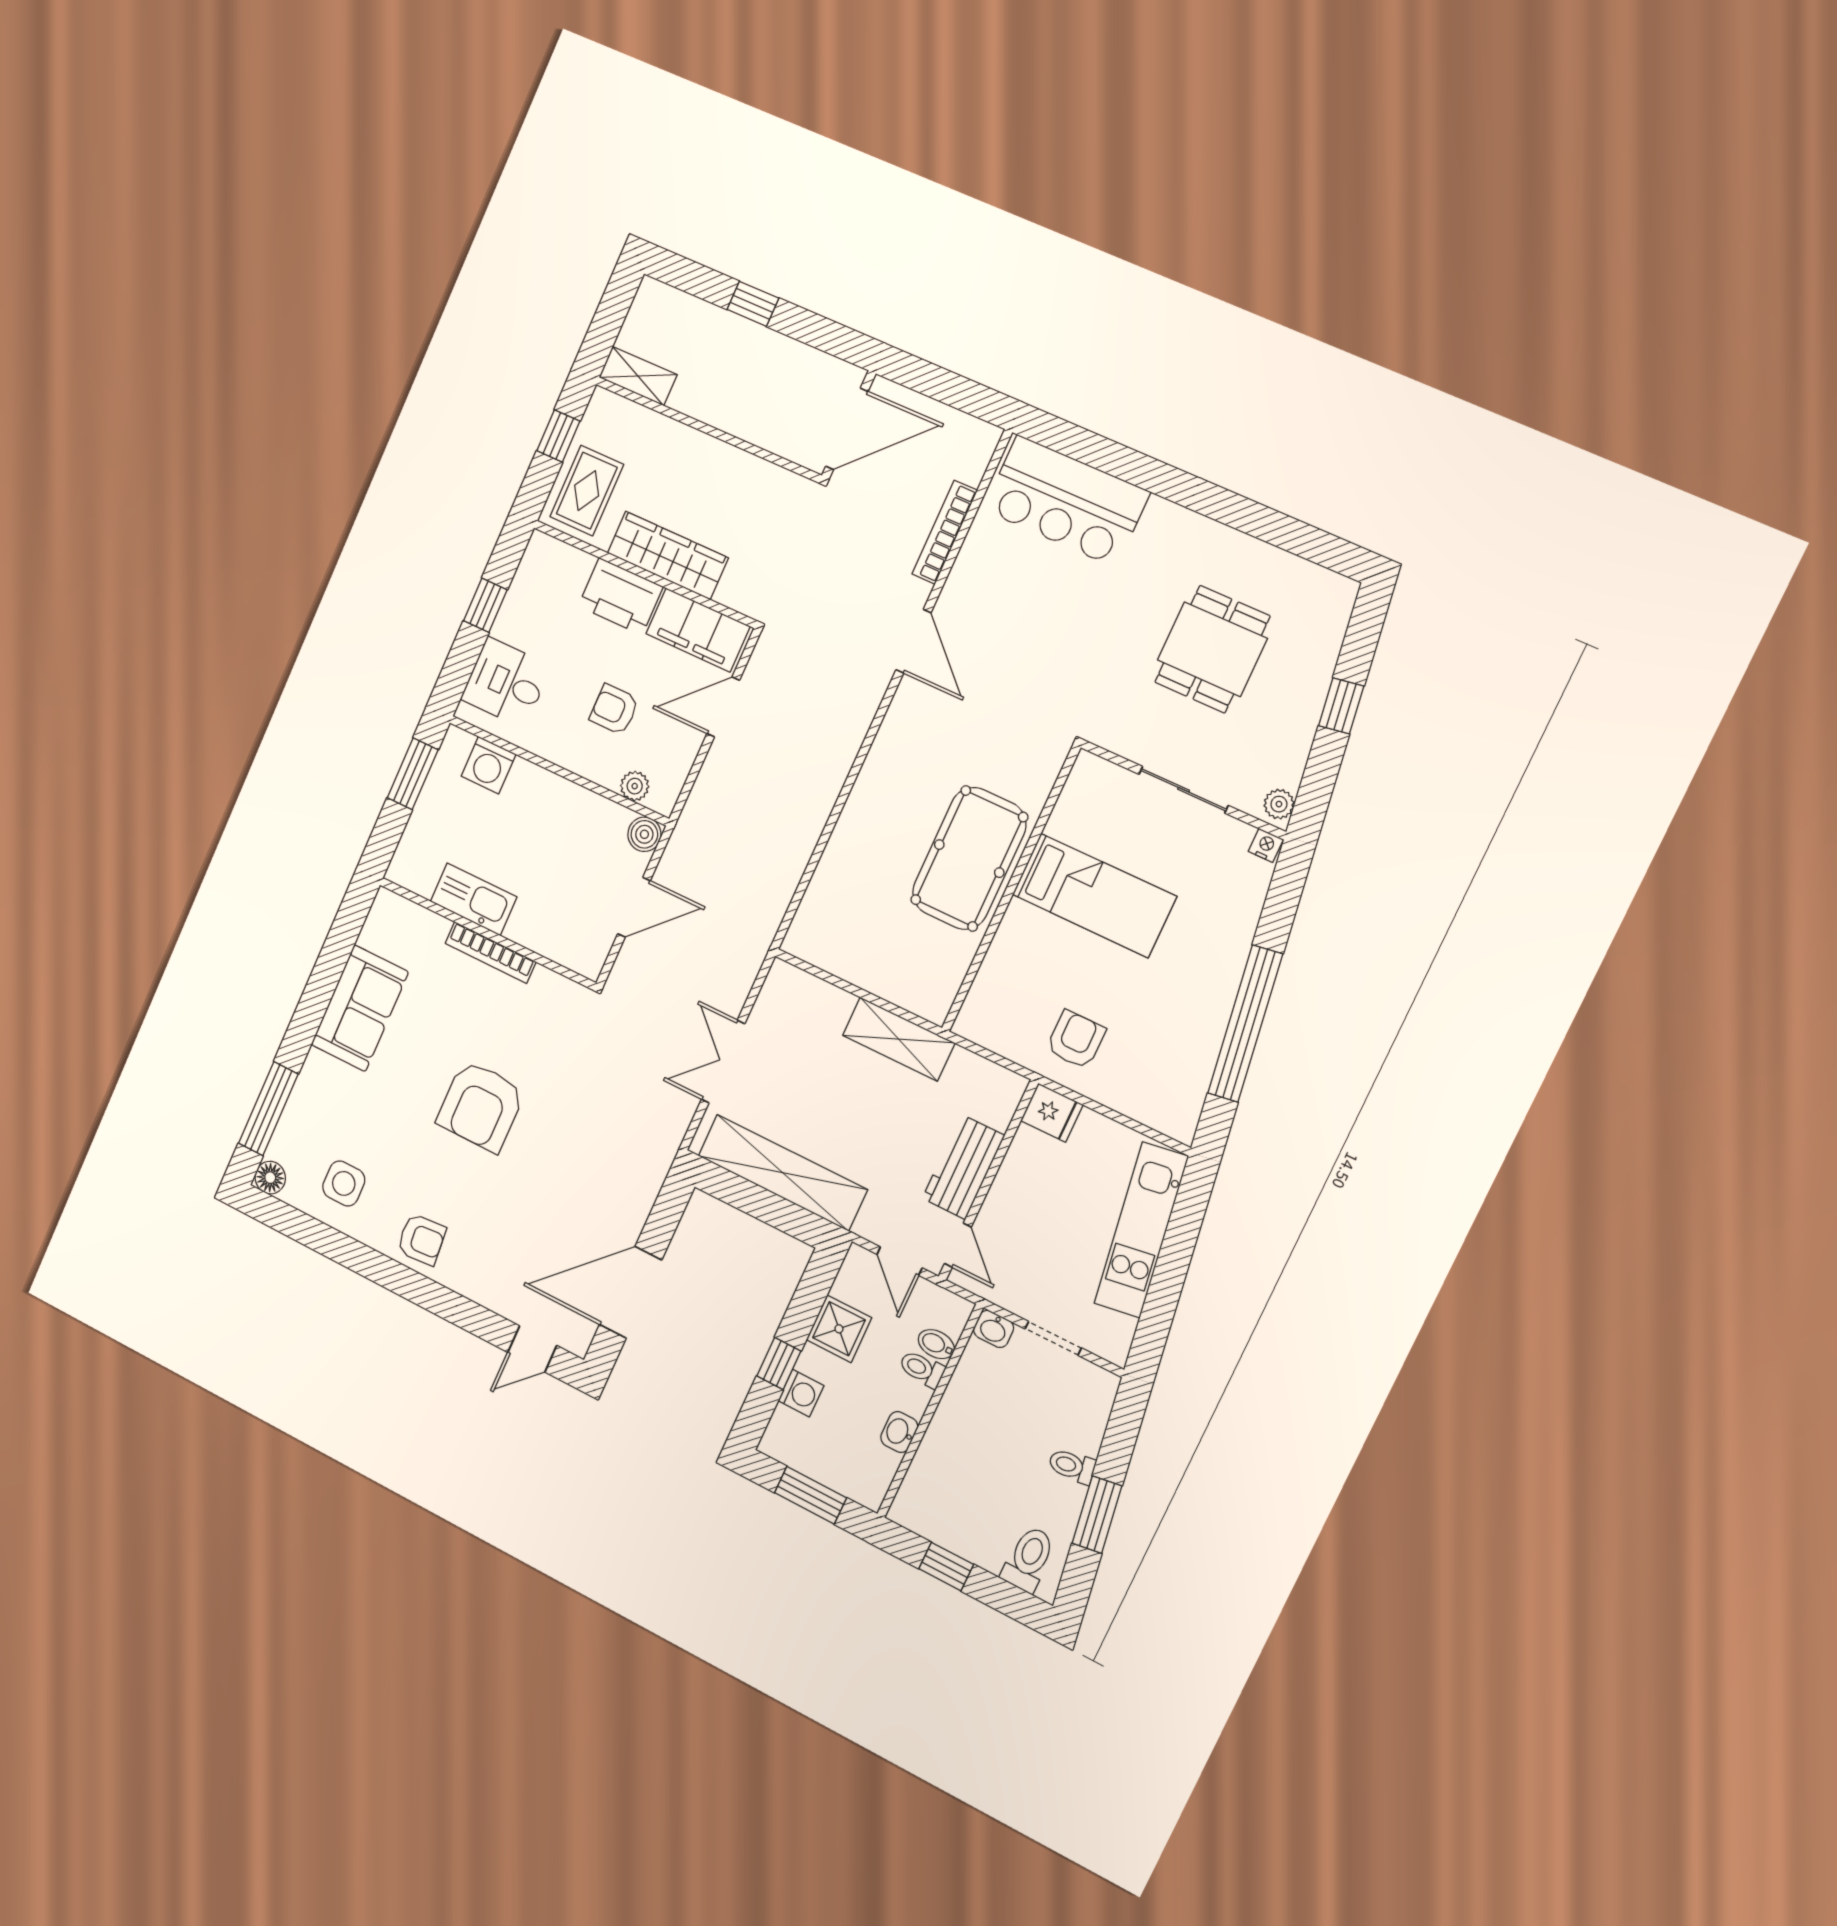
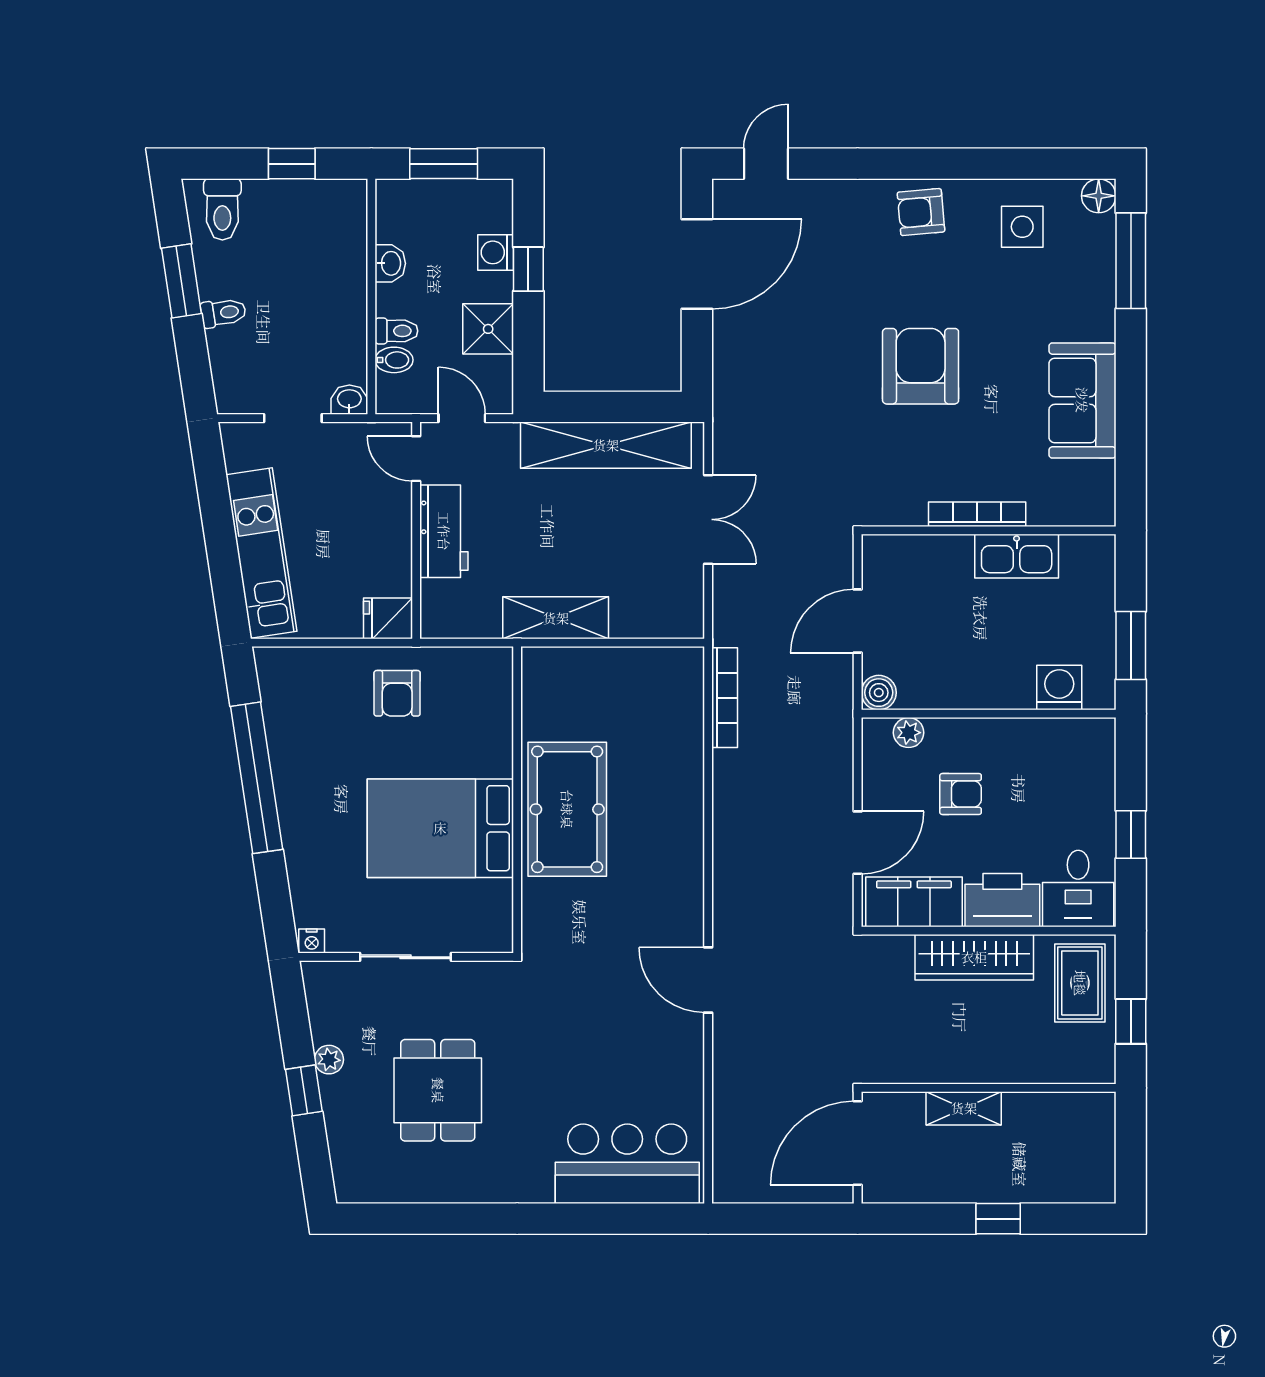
shelving: (638, 376) -> (964, 1108), moved
bookcase: (945, 532) -> (725, 698), moved
desk: (506, 683) -> (1078, 889), moved, turned 90
plant: (1279, 804) -> (329, 1060), moved
bed: (1094, 895) -> (440, 828), width x1.50

